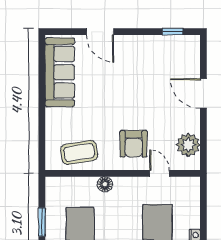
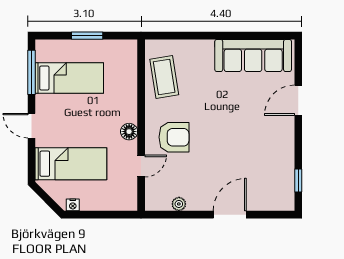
armchair: (134, 144) -> (174, 137), turned 180
plant: (188, 145) -> (179, 204), width x0.53, depth x0.53
floor lamp: (105, 184) -> (129, 132), moved

